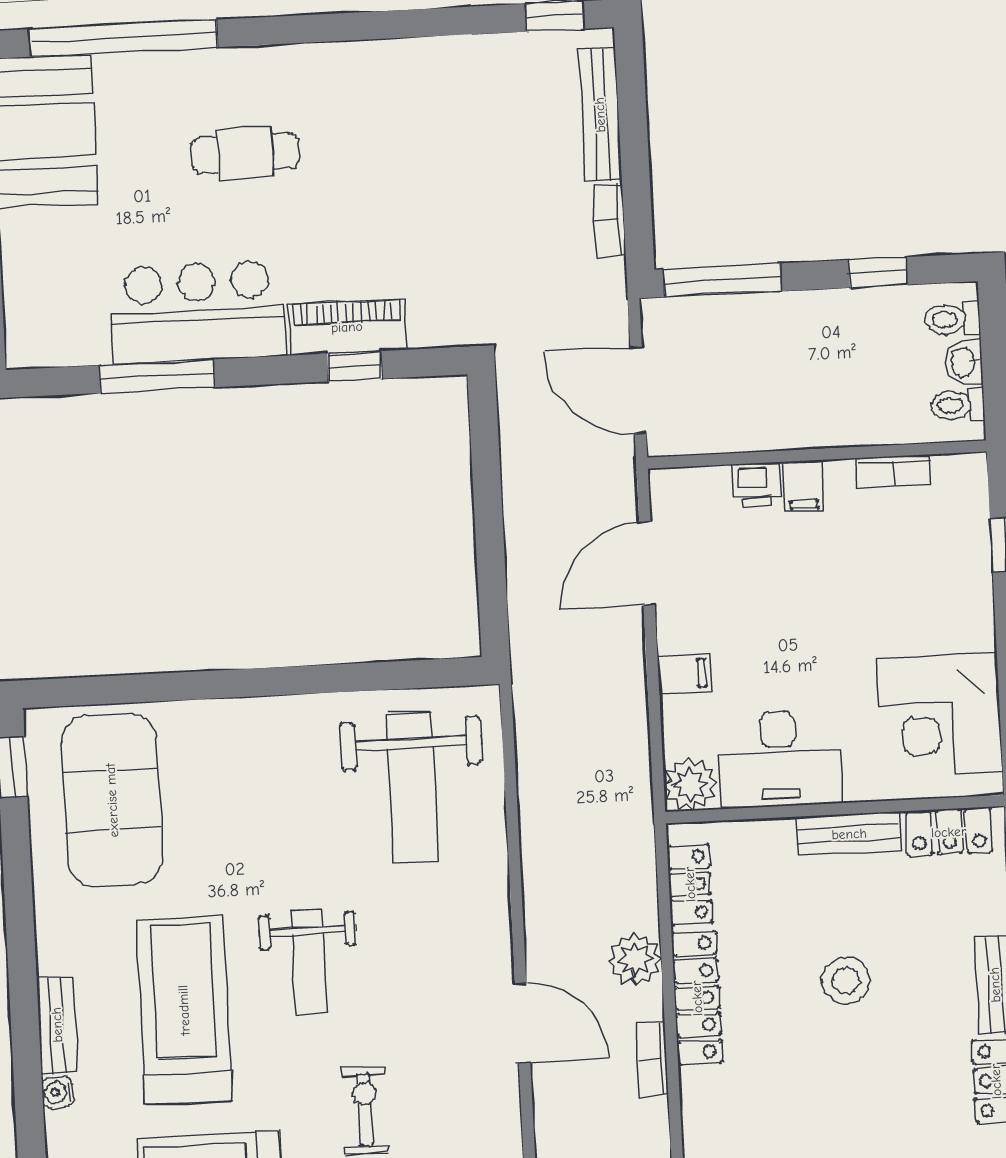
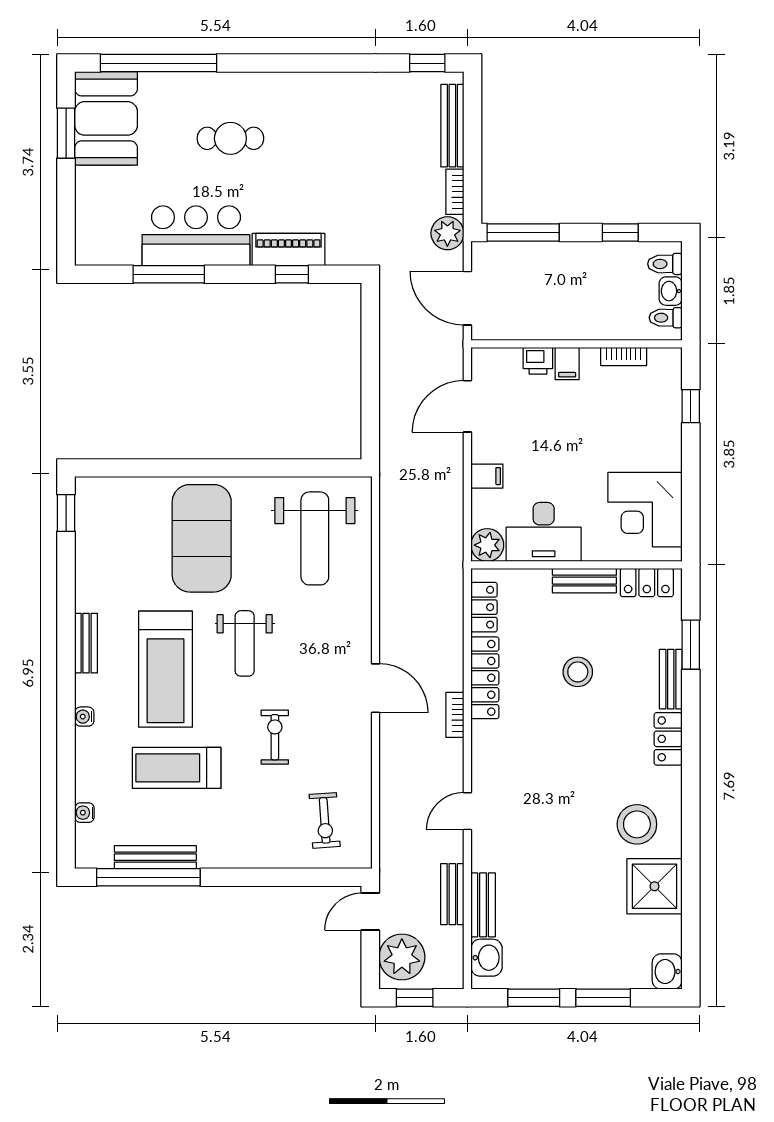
exercise mat: (112, 800) -> (202, 538), moved
plant: (635, 960) -> (447, 233), moved
treadmill: (184, 1010) -> (165, 669), turned 180
bench: (57, 1025) -> (86, 643), moved

